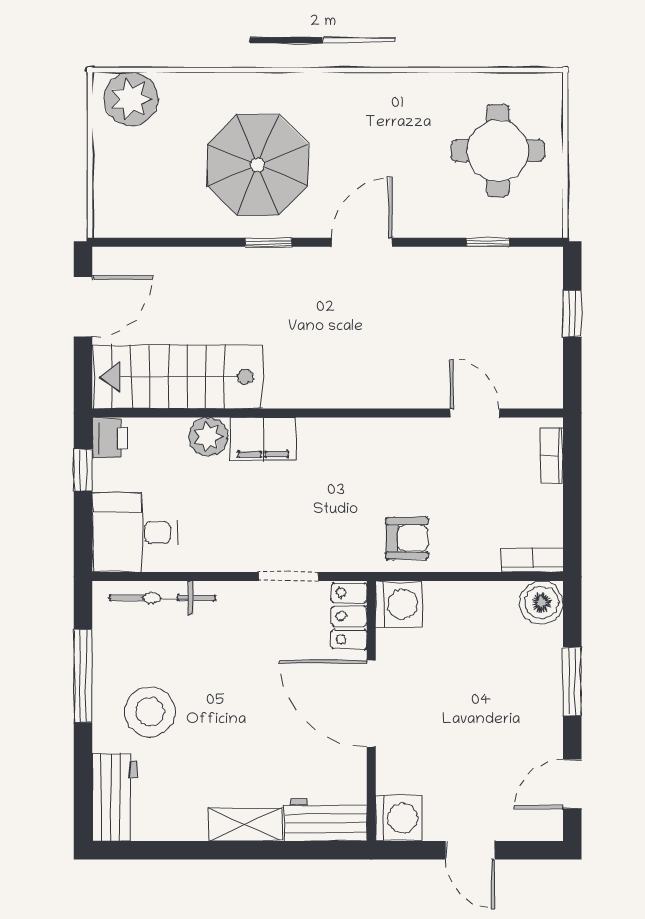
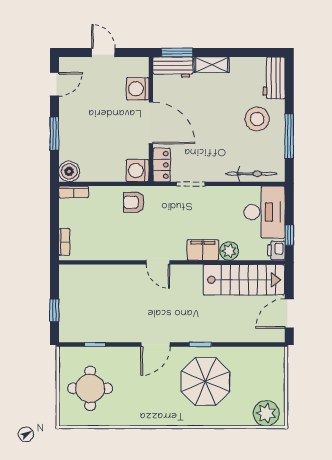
door: (475, 413) -> (158, 262), moved
desk: (135, 533) -> (264, 212), width x1.37
washing machine: (399, 818) -> (138, 89), moved
window: (317, 850) -> (177, 52), added

